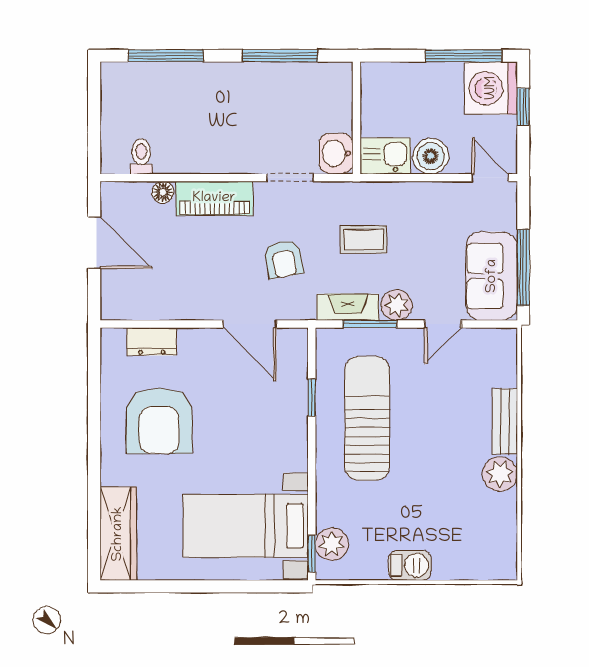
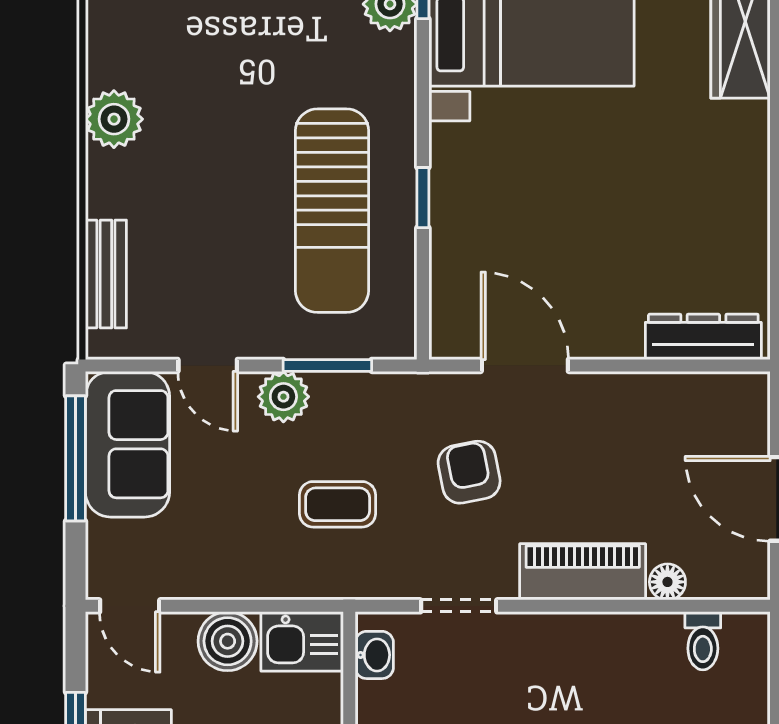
washbasin: (336, 153) -> (374, 655), width x0.72, depth x0.69
fireplace: (348, 307) -> (364, 393), removed
door: (443, 324) -> (208, 365), swing flipped
dresser: (152, 341) -> (703, 337), width x1.44
window: (312, 398) -> (423, 198), moved
armchair: (159, 421) -> (673, 206), removed
bench: (505, 421) -> (106, 274), moved

